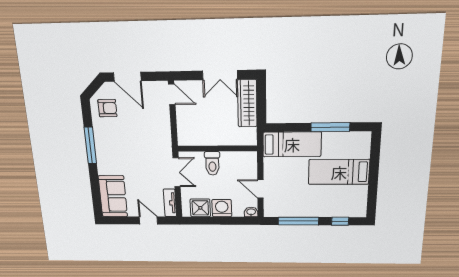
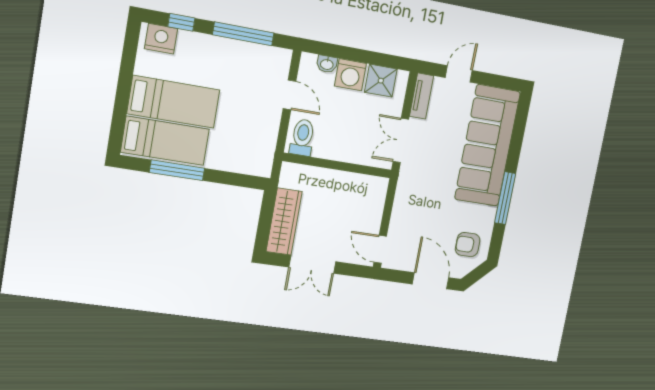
double door: (220, 75) -> (312, 264), swing flipped
bed: (292, 144) -> (165, 141), moved, turned 180
toilet: (212, 163) -> (302, 137), moved
sofa: (113, 196) -> (487, 146), width x1.85, depth x1.27
nightstand: (352, 209) -> (161, 39), added
washbasin: (251, 212) -> (327, 64), moved
door: (148, 220) -> (459, 74), swing flipped

